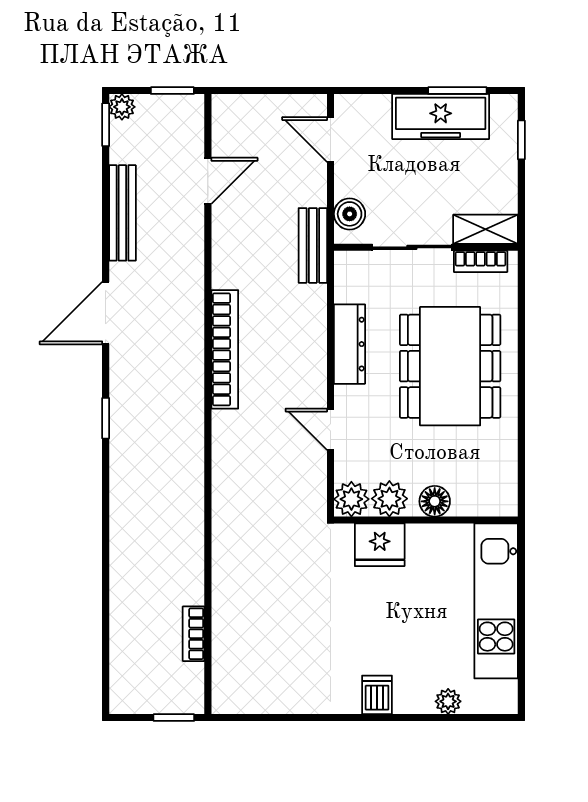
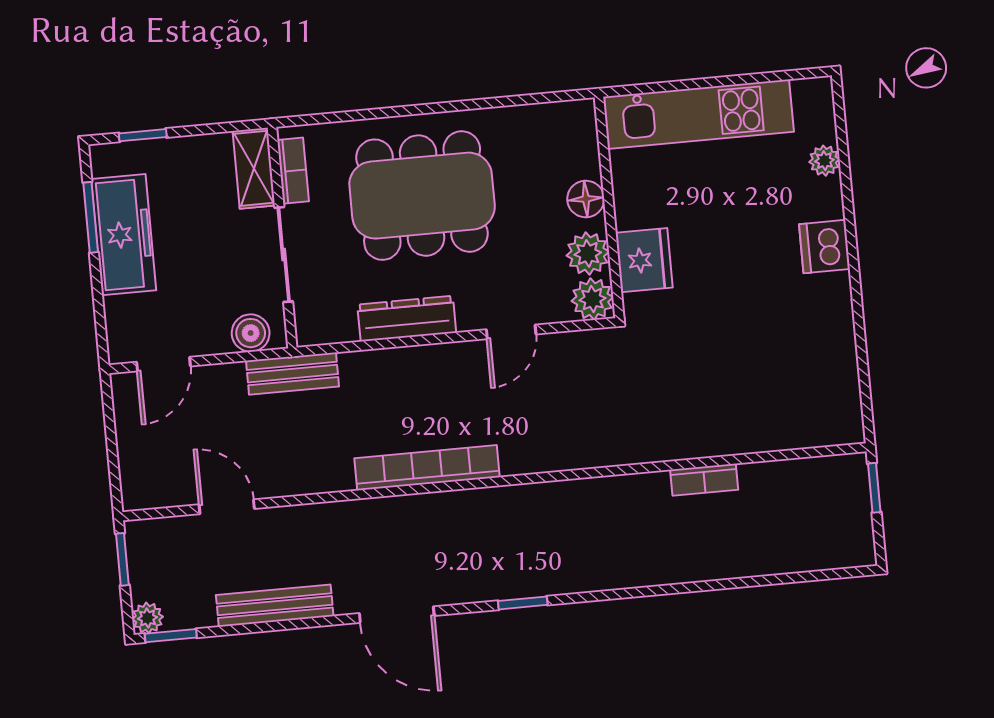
bookcase: (194, 634) -> (704, 480), moved
dishwasher: (377, 695) -> (824, 247), width x1.38

